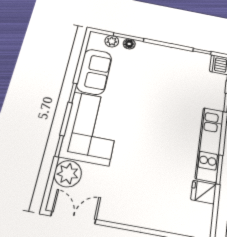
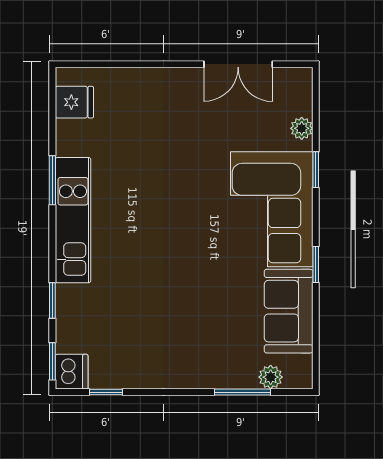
floor lamp: (129, 44) -> (239, 378), removed
plant: (68, 174) -> (302, 128), width x0.53, depth x0.53
fridge: (203, 192) -> (74, 102), moved
double door: (73, 218) -> (238, 64), moved

